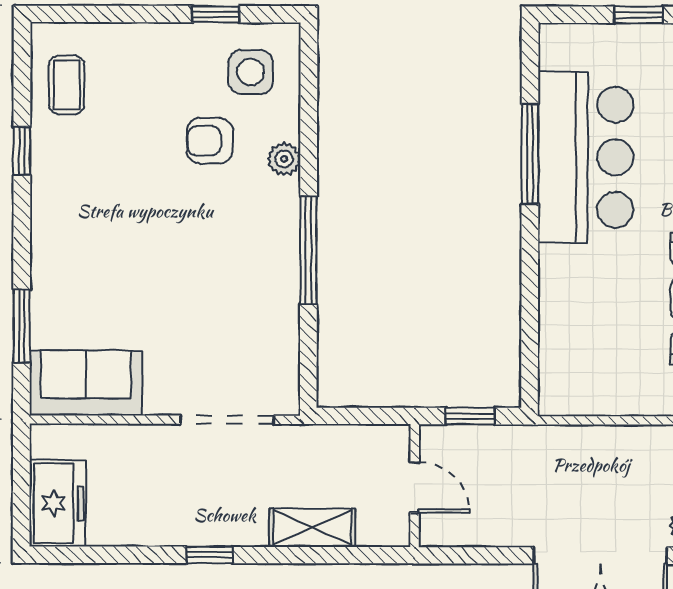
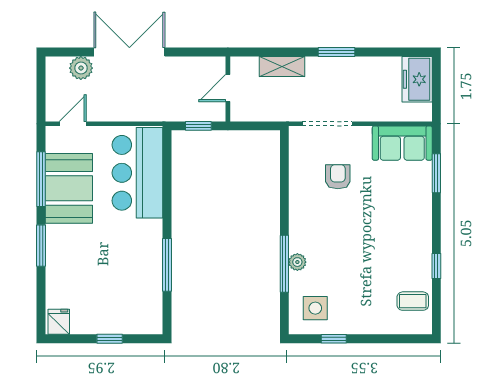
coffee table: (67, 85) -> (413, 301), turned 90
armchair: (210, 141) -> (338, 177), moved, turned -90
bar counter: (586, 157) -> (137, 173), moved
window: (309, 250) -> (284, 264), moved
door: (415, 487) -> (228, 88), hinge flipped
window: (209, 555) -> (337, 52), width x1.50

